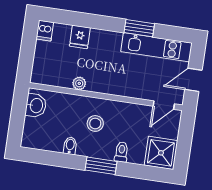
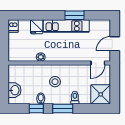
kitchen unit: (156, 47) -> (66, 26), moved
washbasin: (36, 105) -> (15, 90), moved
window: (61, 160) -> (36, 109), added

